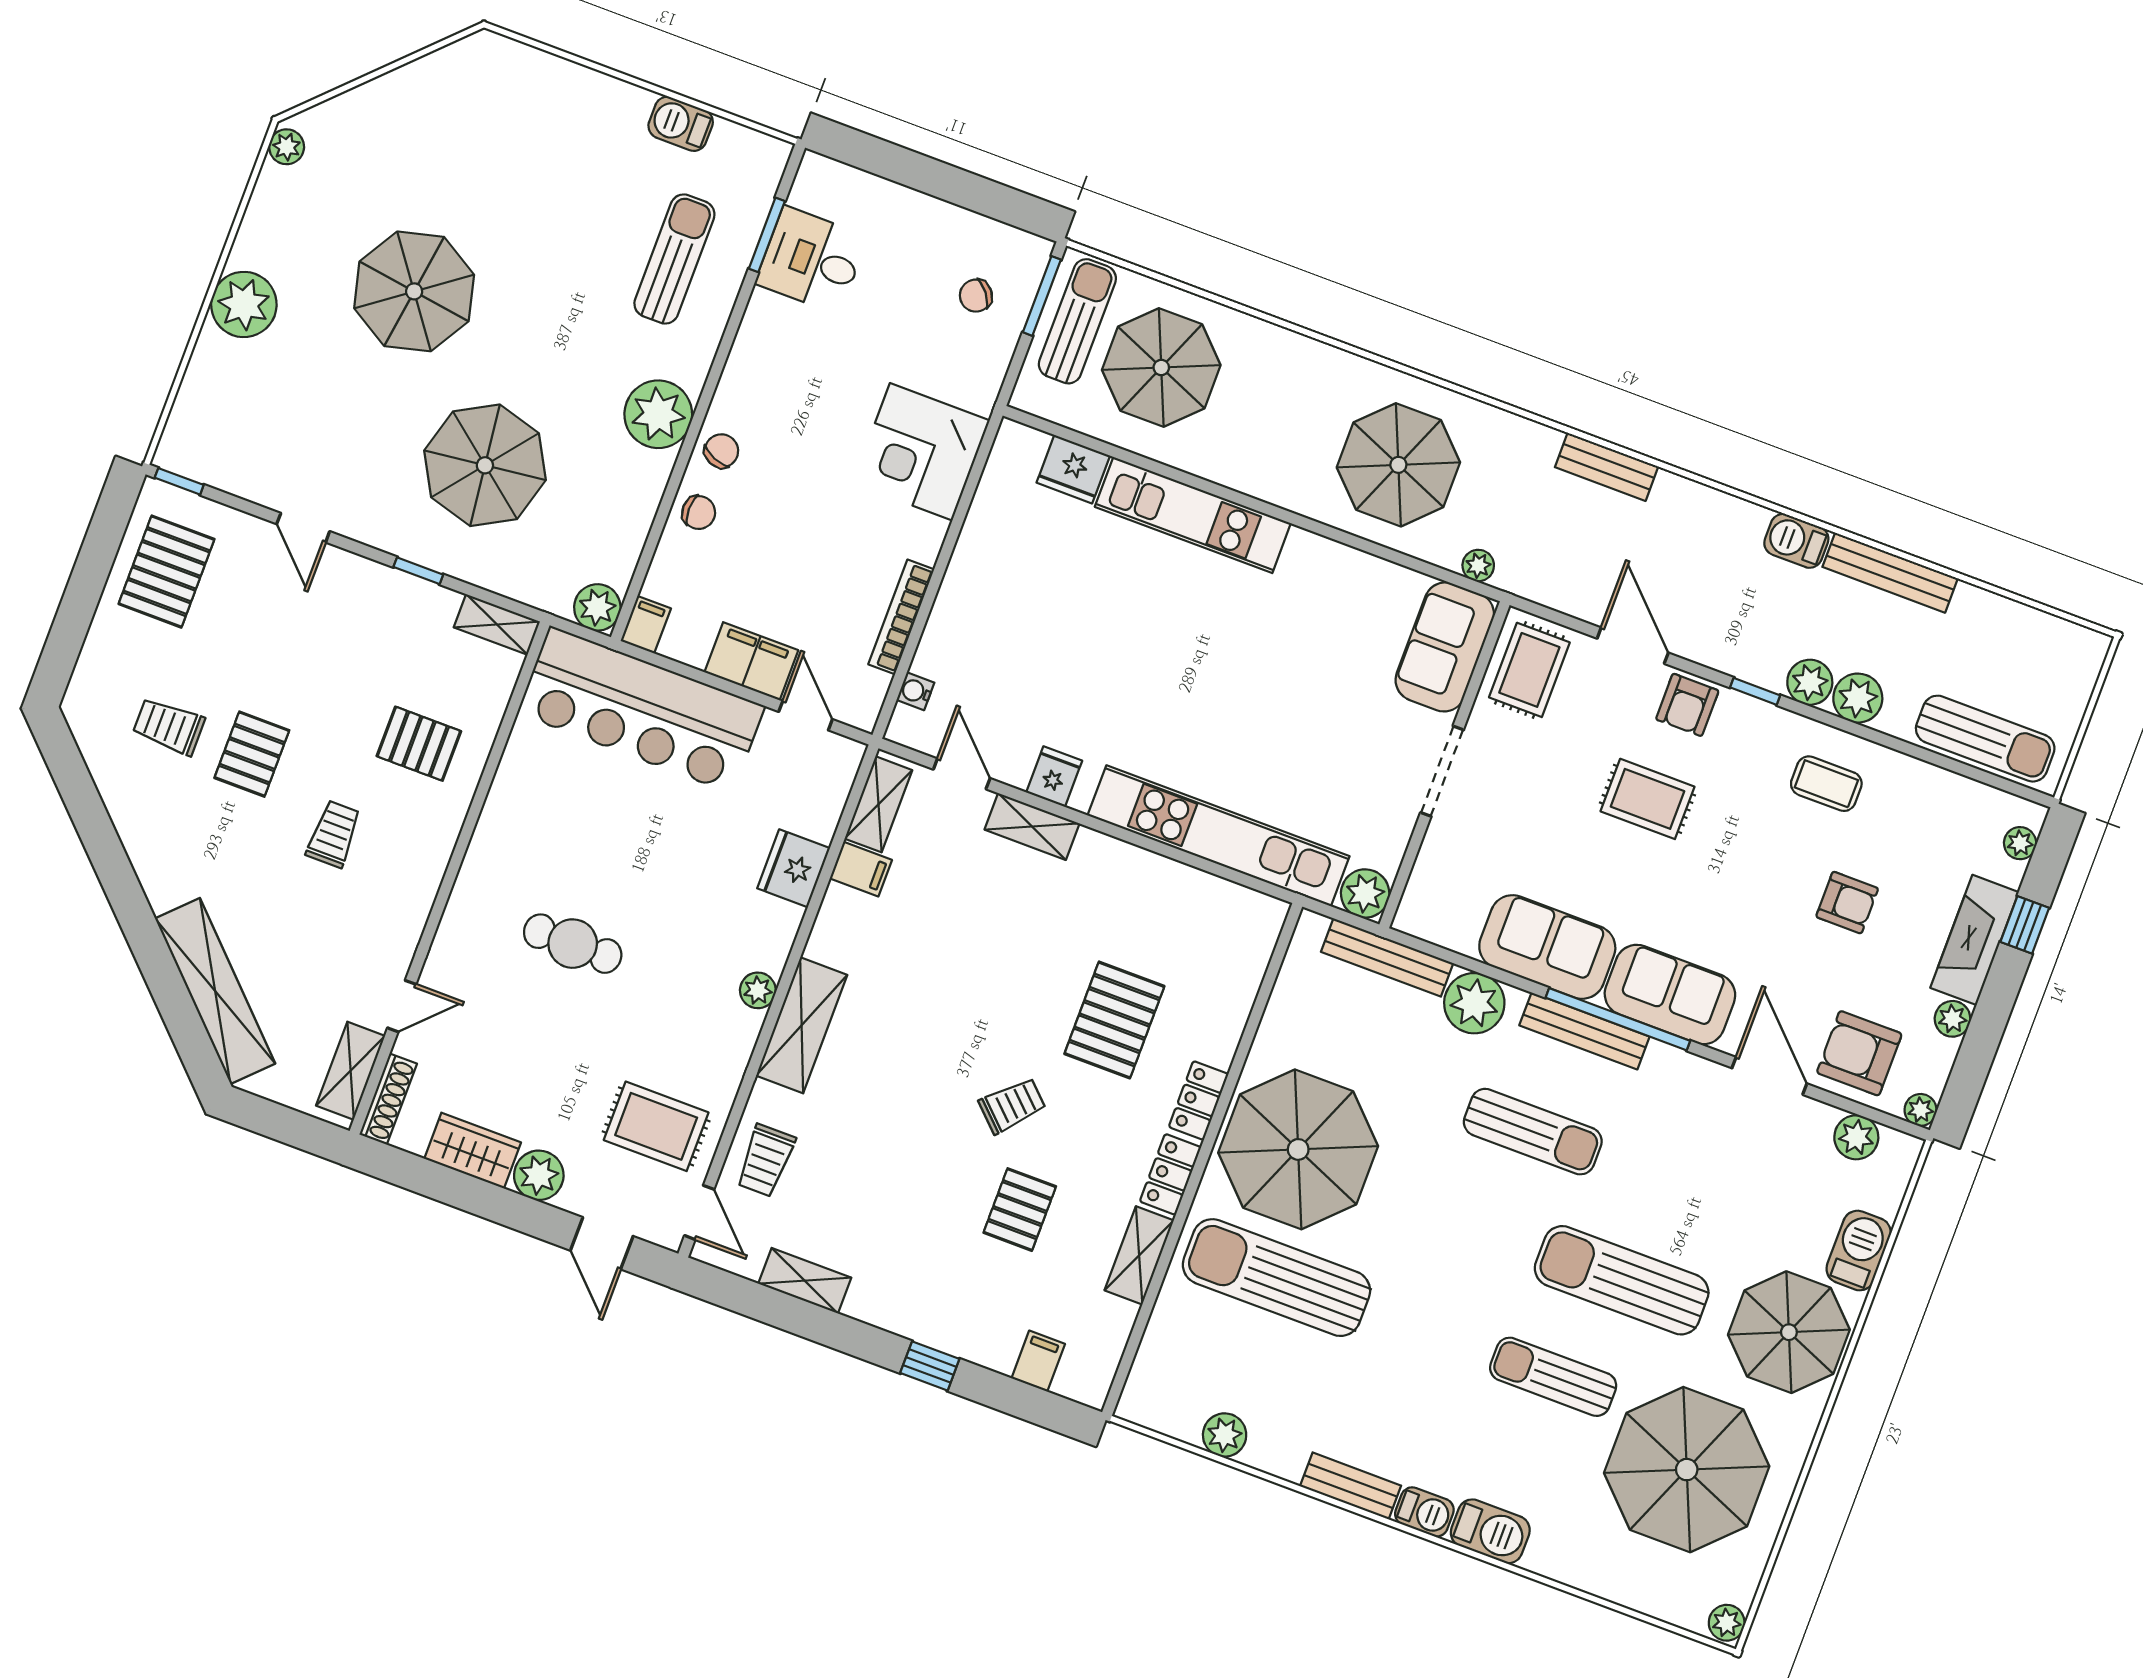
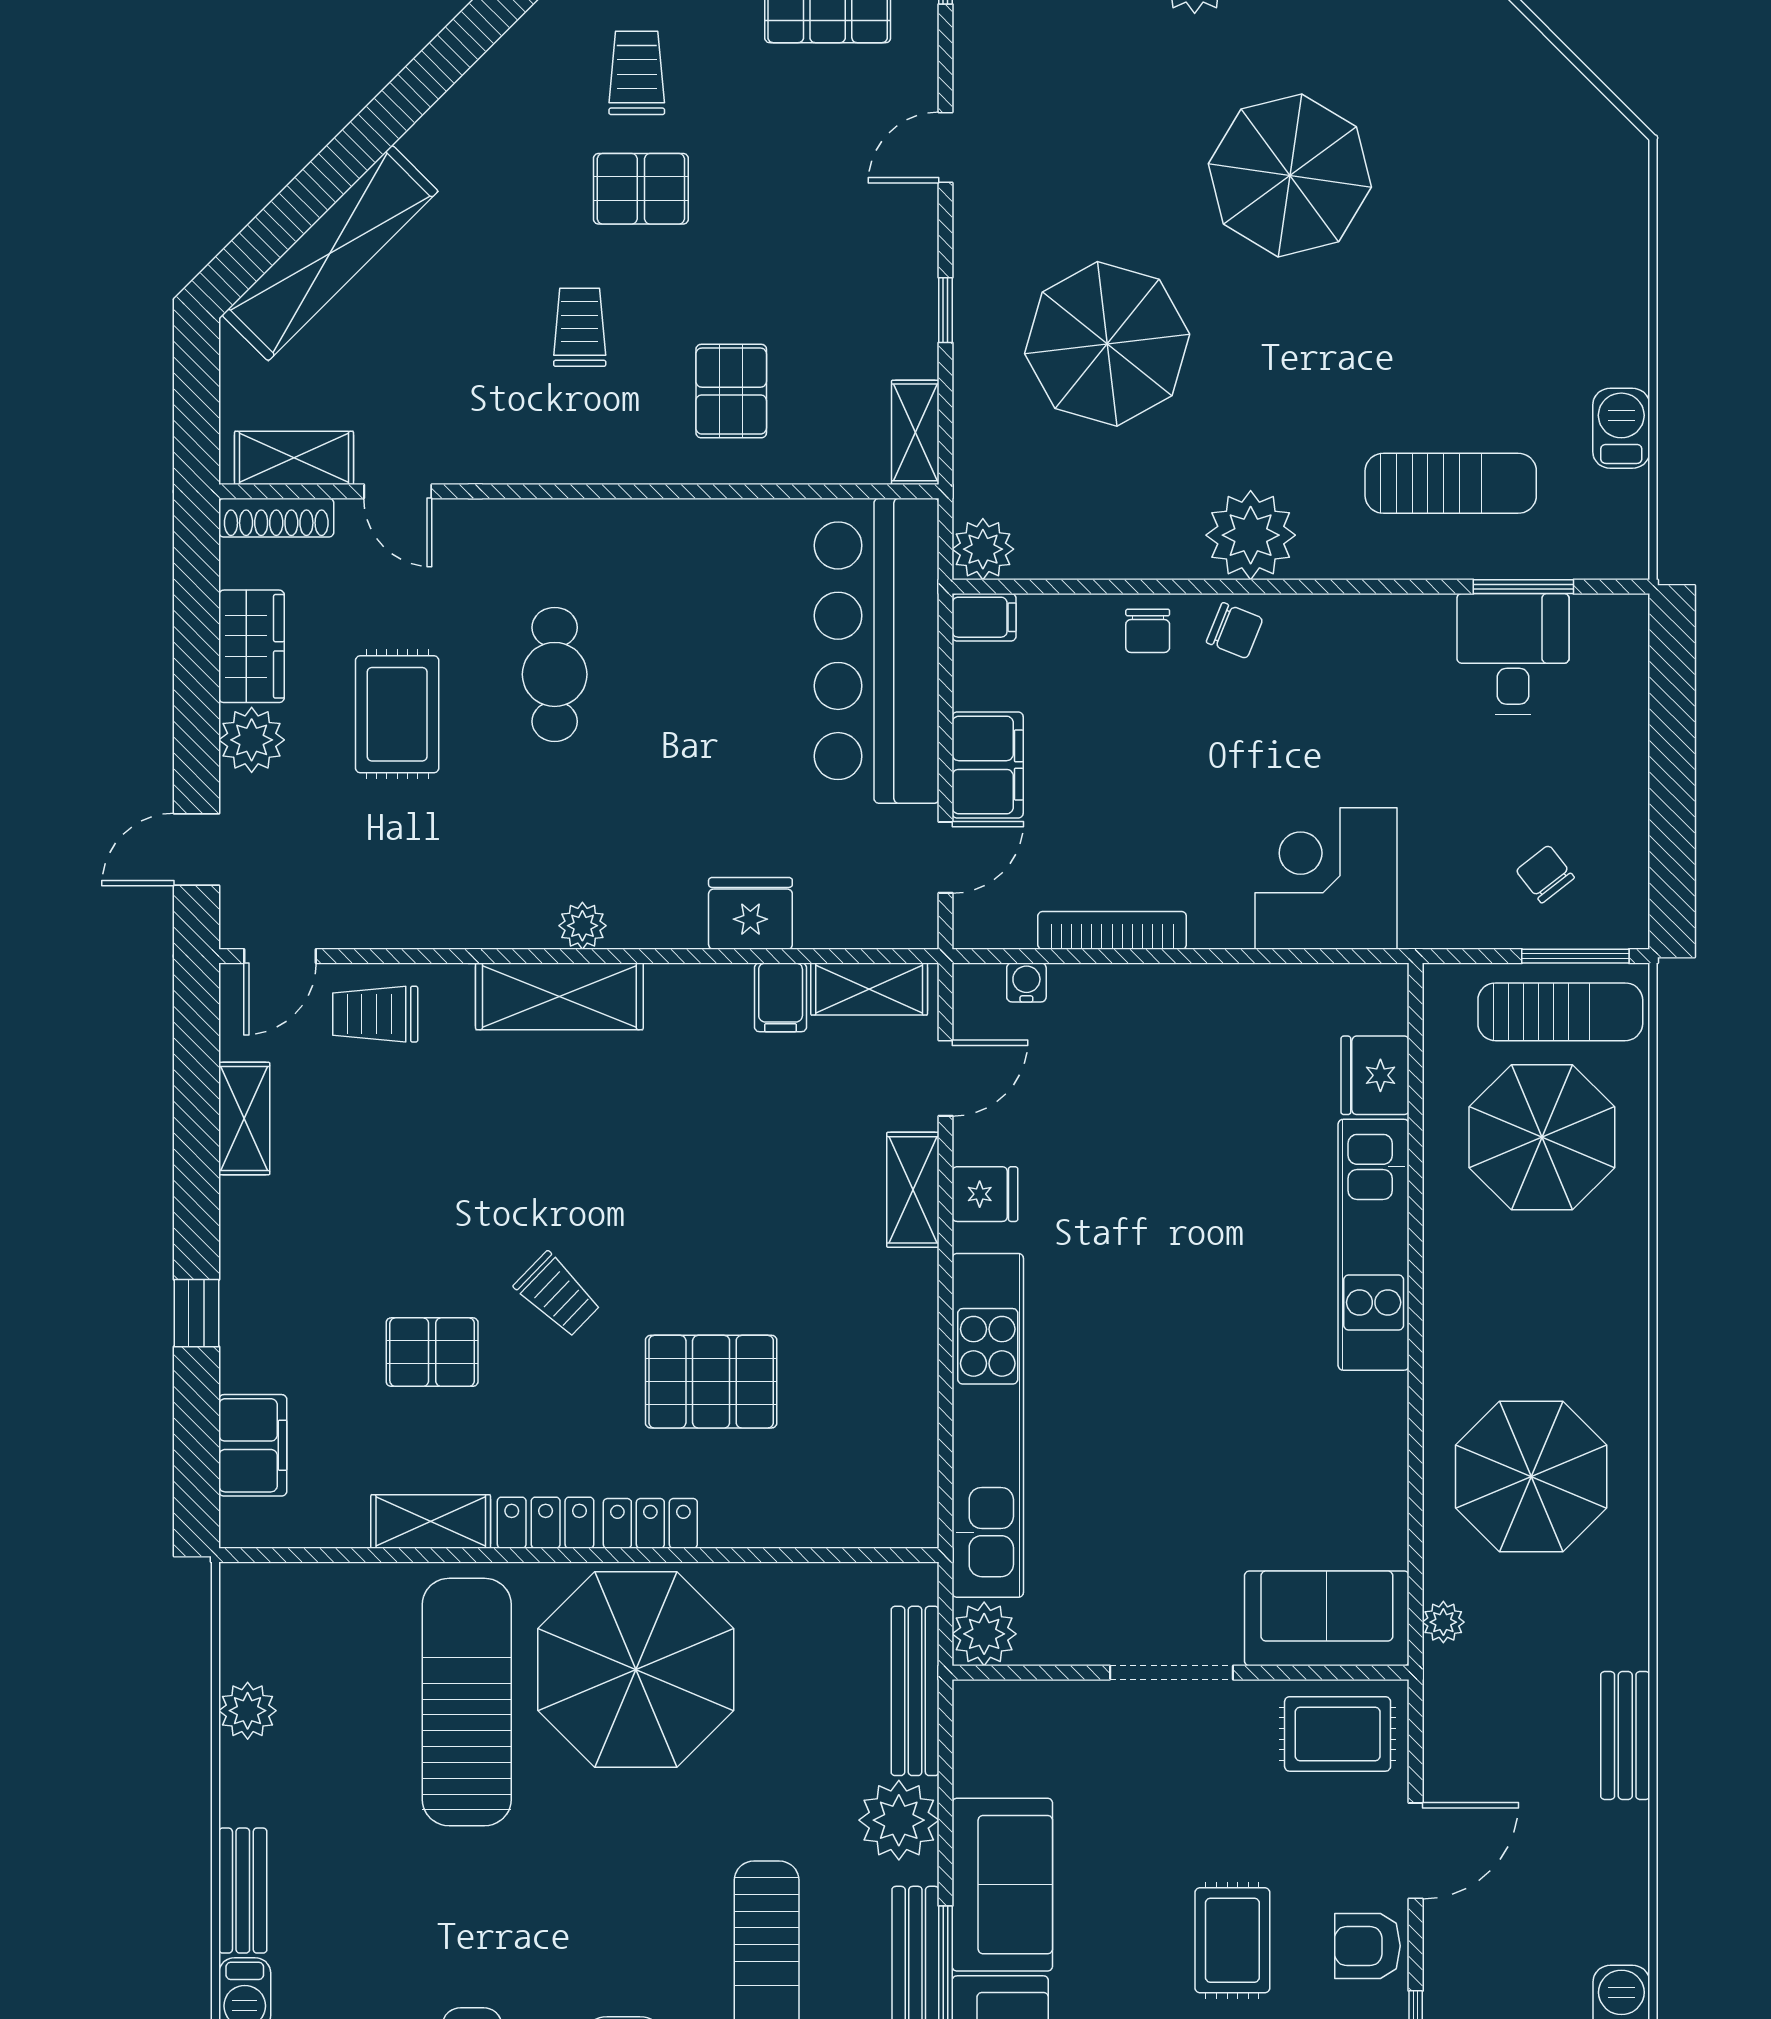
trolley: (334, 834) -> (580, 327), turned -90
rug: (656, 1126) -> (397, 714), moved
filing cabinet: (1038, 1361) -> (253, 1445), width x2.00

